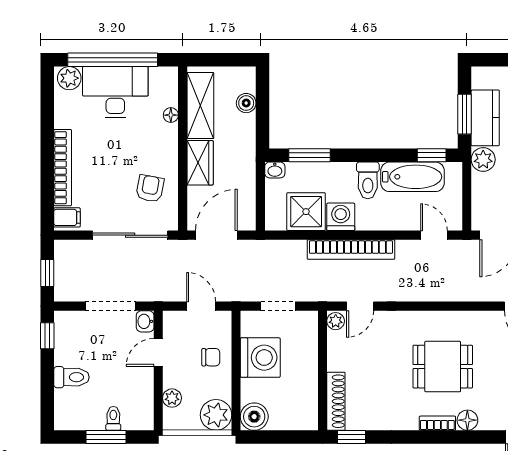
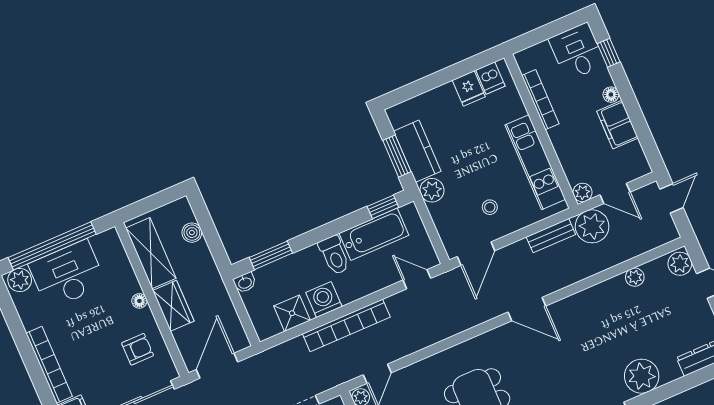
floor lamp: (171, 115) -> (139, 301), moved
armchair: (150, 188) -> (138, 349), turned 79
shower: (306, 212) -> (292, 313), width x0.73, depth x0.73

